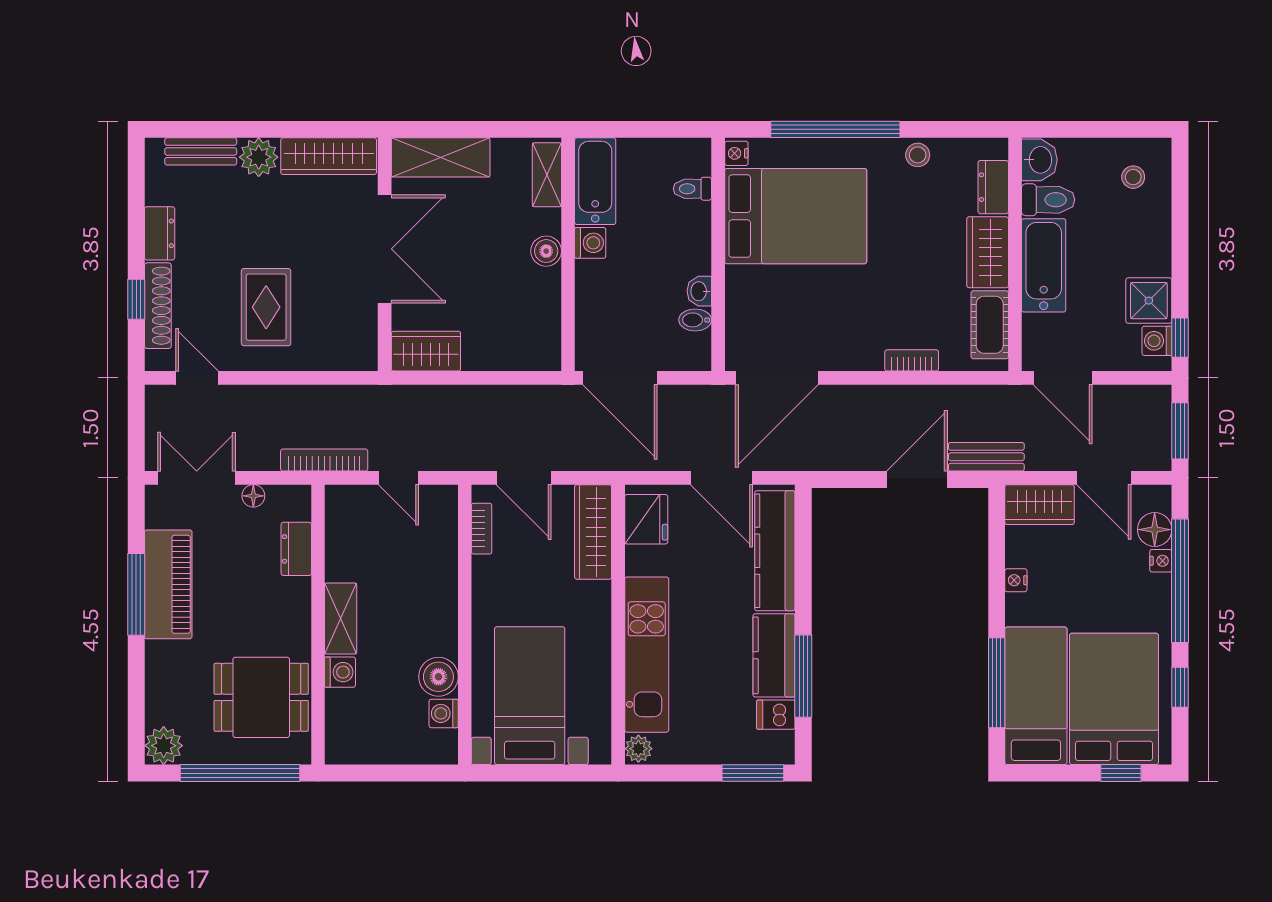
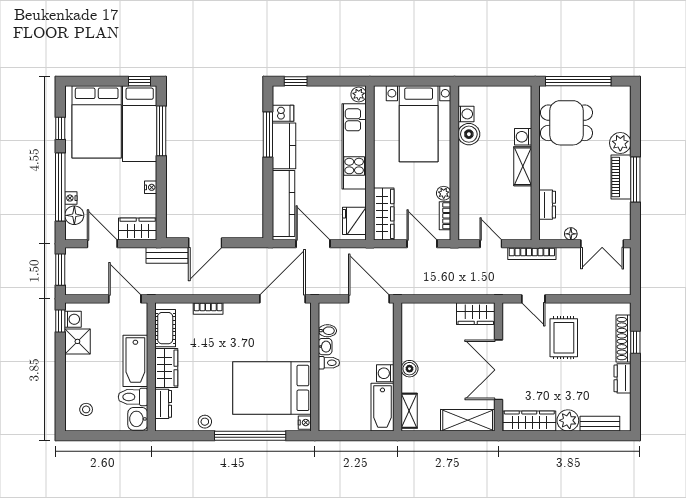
toilet: (692, 189) -> (329, 363), moved
door: (197, 378) -> (533, 299), moved
plant: (484, 570) -> (444, 193), added
piano: (168, 584) -> (621, 177), width x0.73, depth x0.75
plant: (164, 746) -> (620, 143), moved
window: (753, 773) -> (296, 81), width x0.67
window: (1121, 773) -> (139, 81), moved

